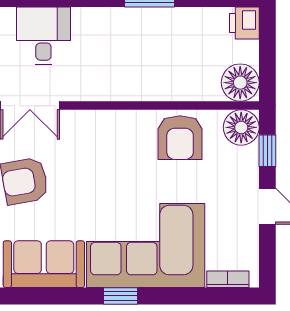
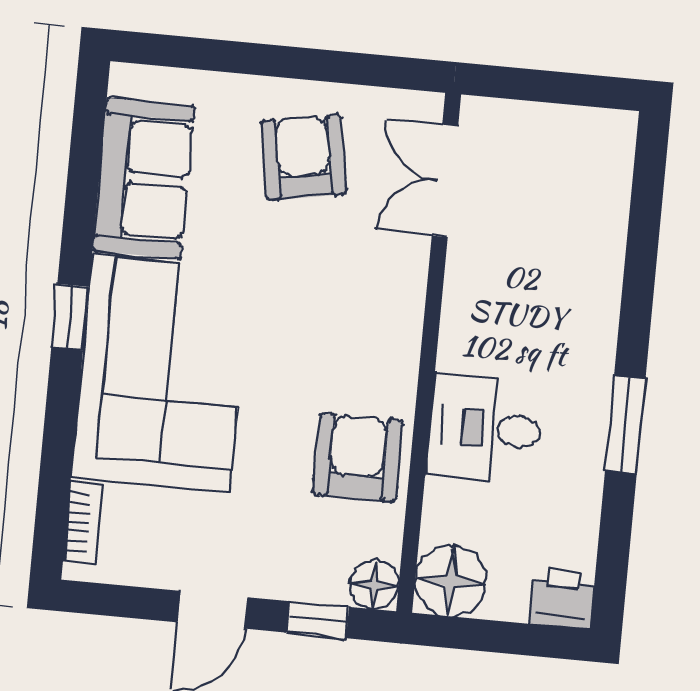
desk: (43, 36) -> (485, 429), moved, turned 180
floor lamp: (241, 127) -> (374, 585), width x0.73, depth x0.73
armchair: (180, 138) -> (358, 458), turned 90

